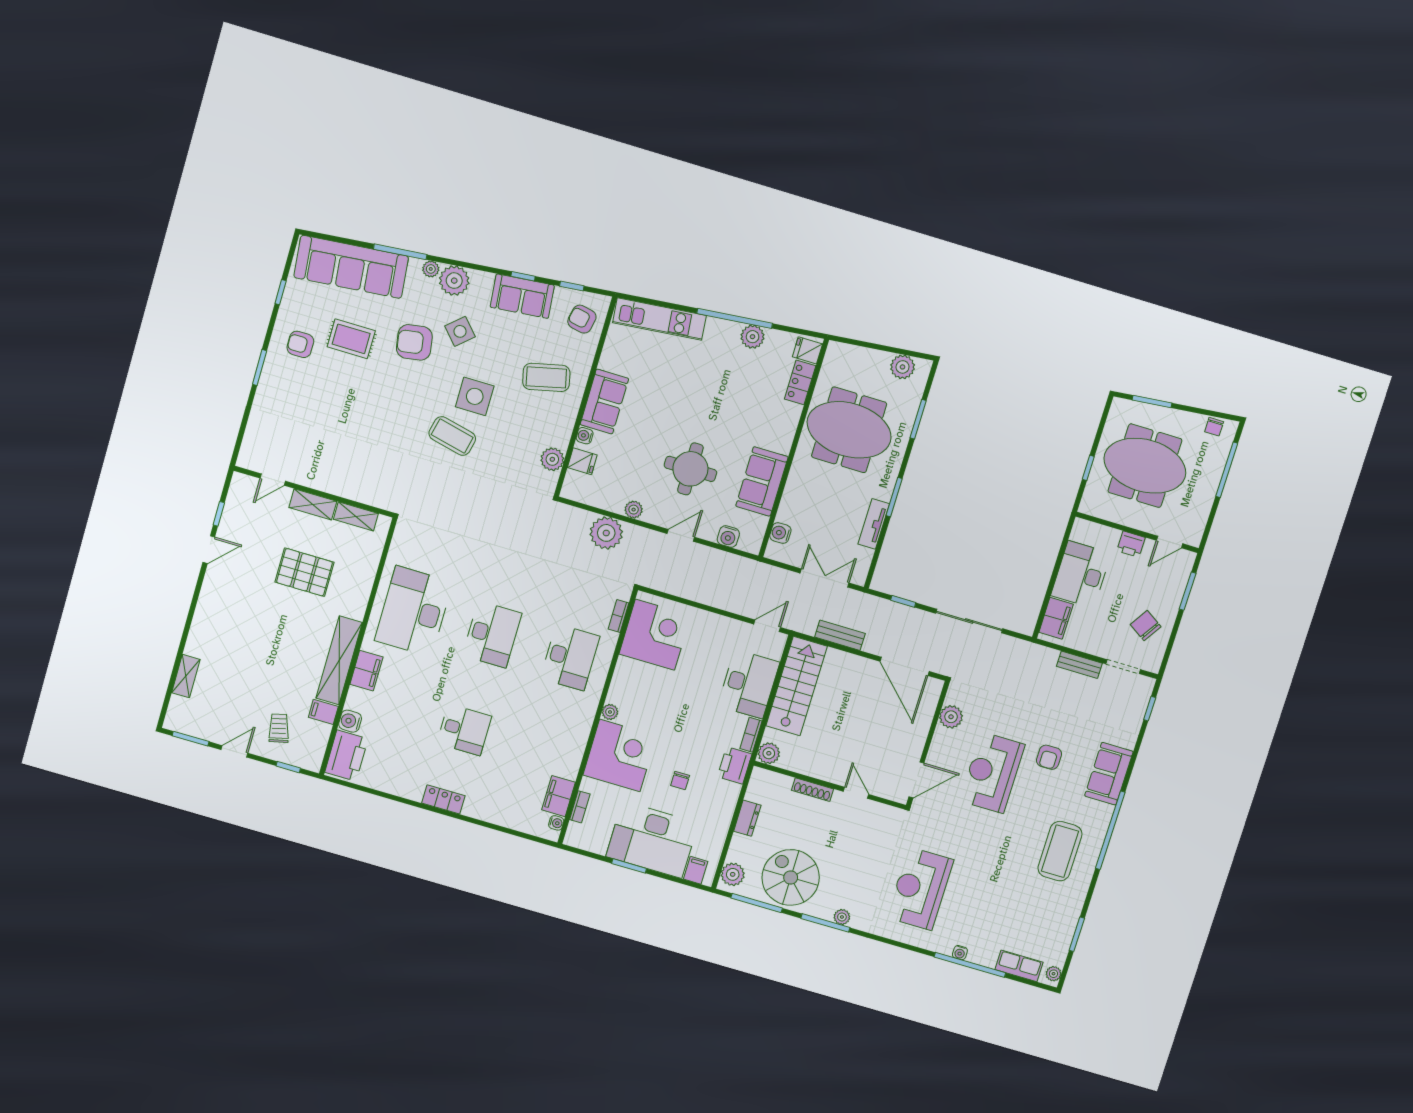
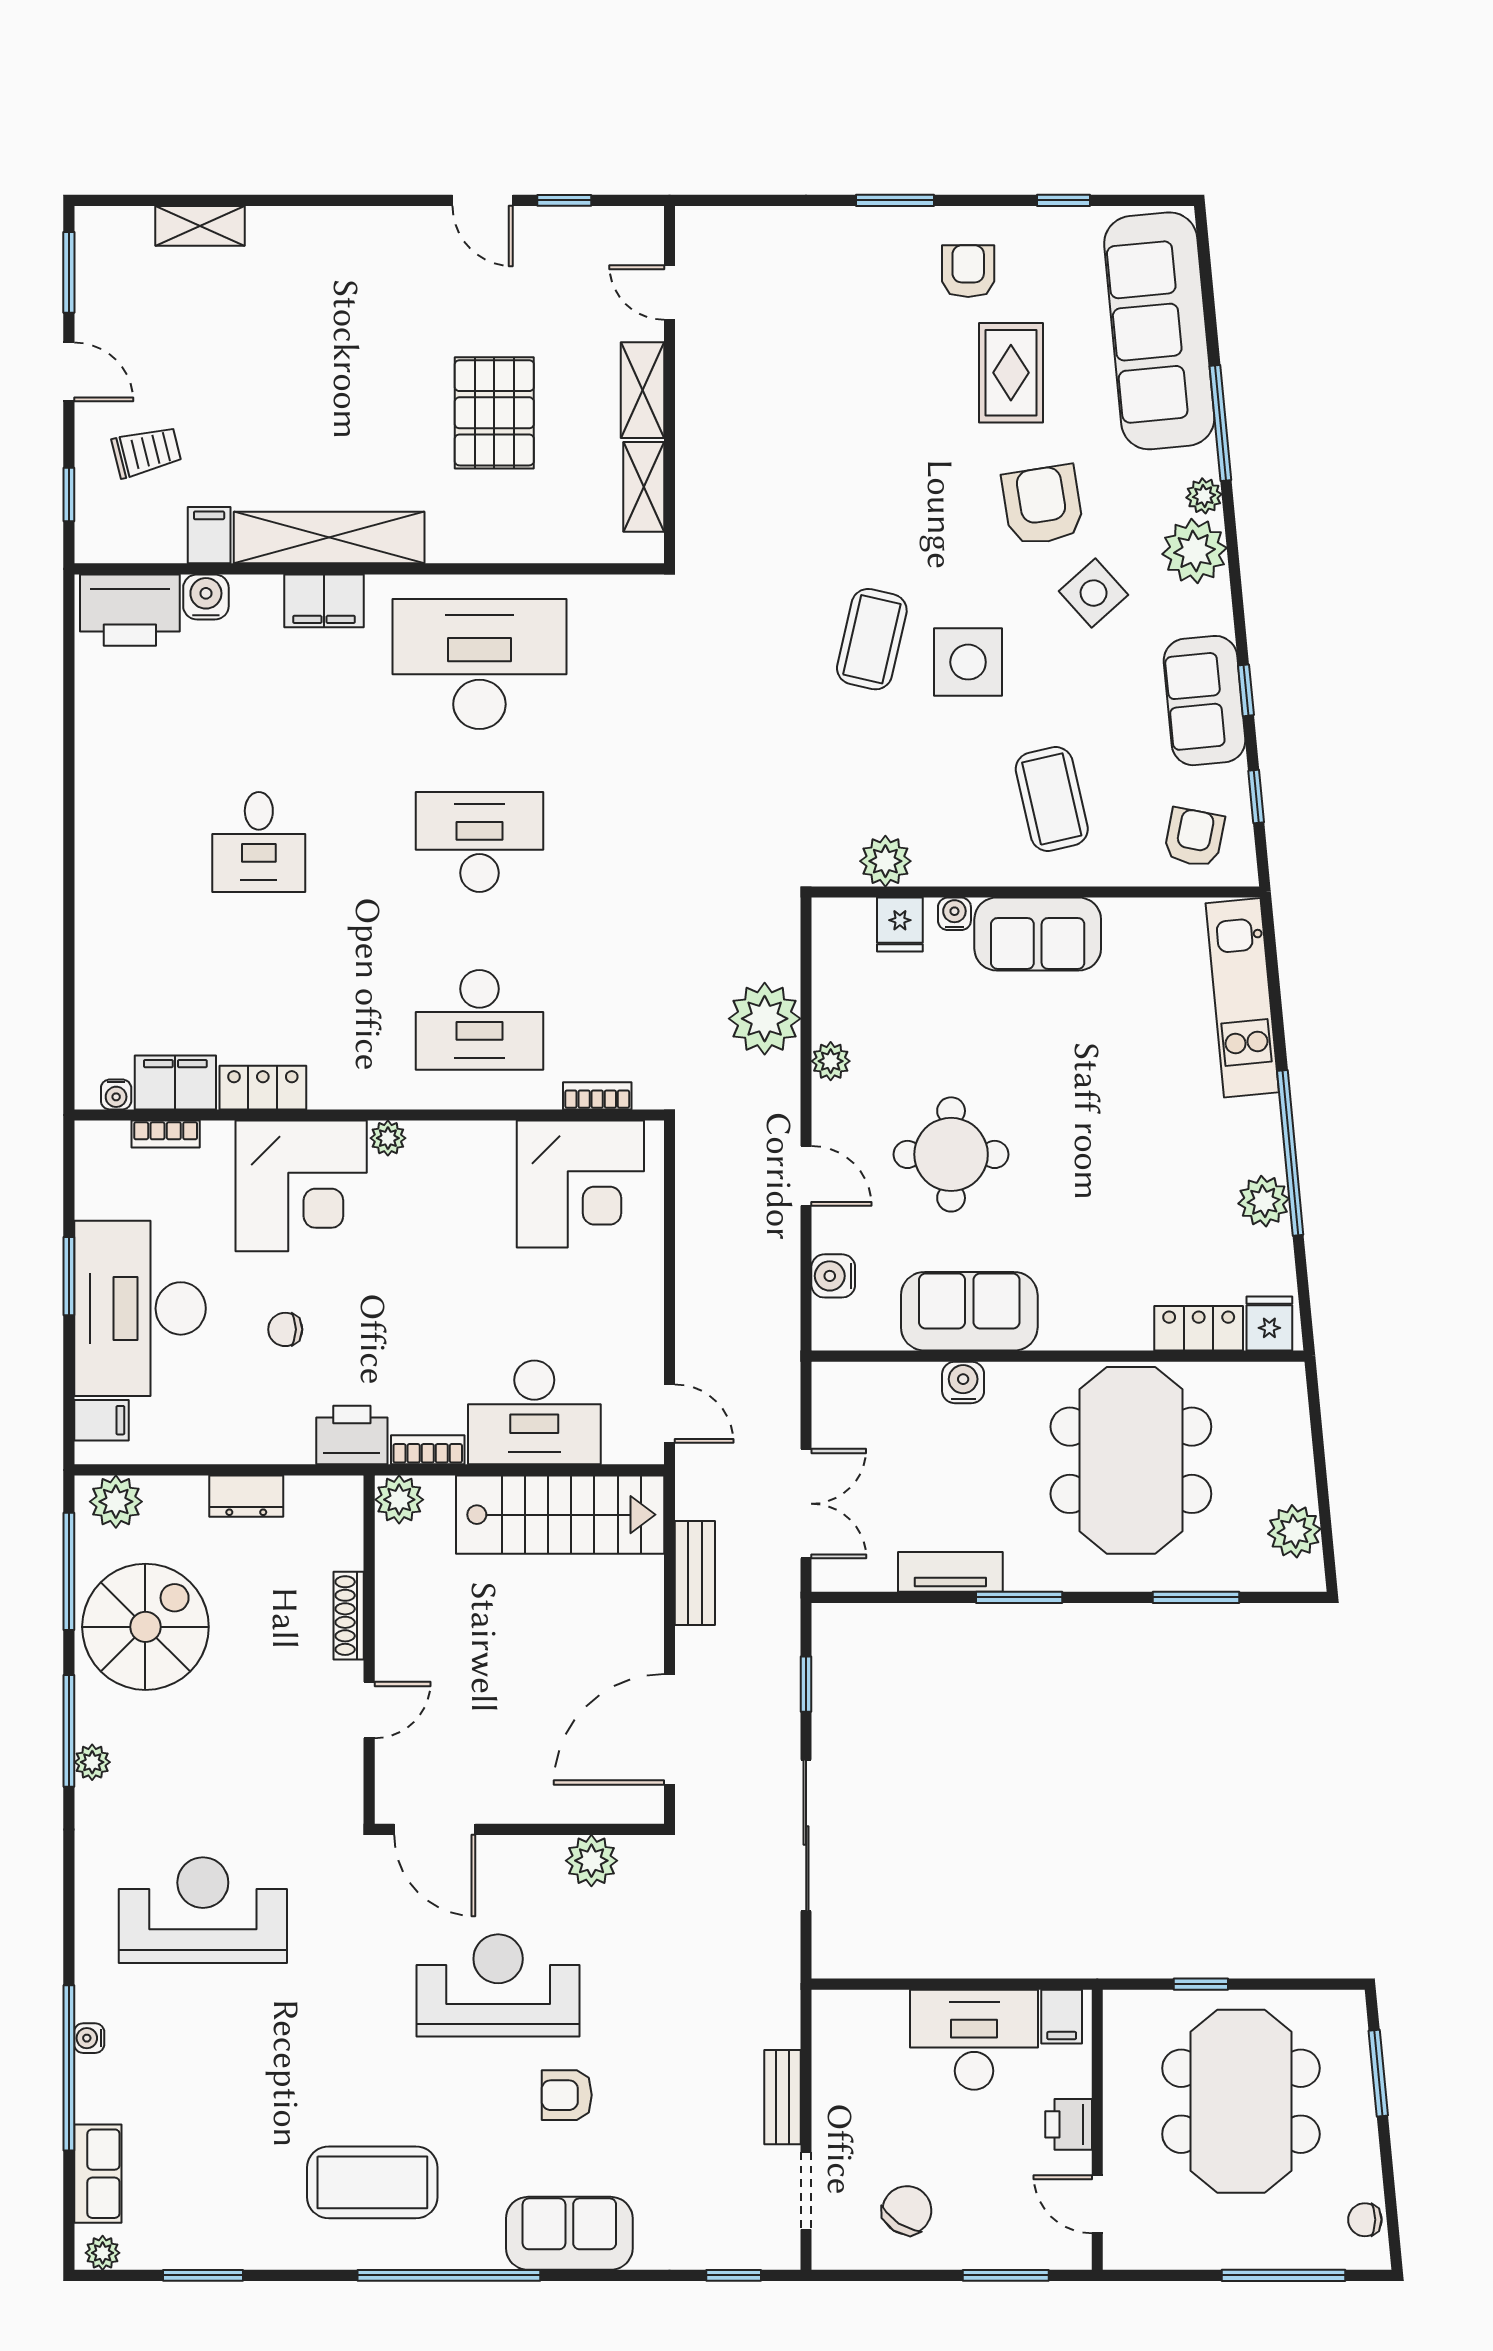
water cooler: (780, 533) -> (963, 1382), moved
filing cabinet: (1056, 618) -> (1062, 2017), moved, width x0.50
desk: (492, 634) -> (479, 842), turned 180
locker: (443, 799) -> (263, 1088), moved, turned -90

